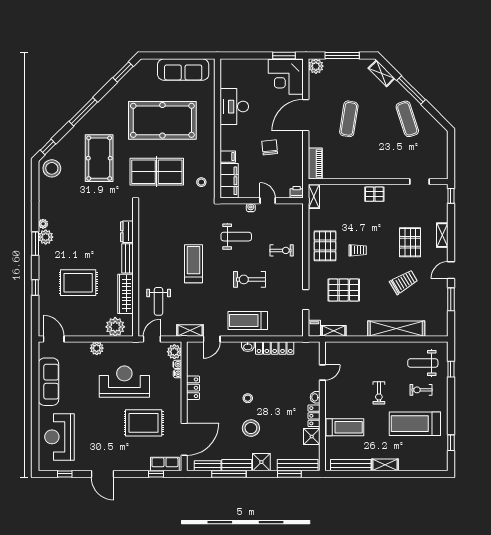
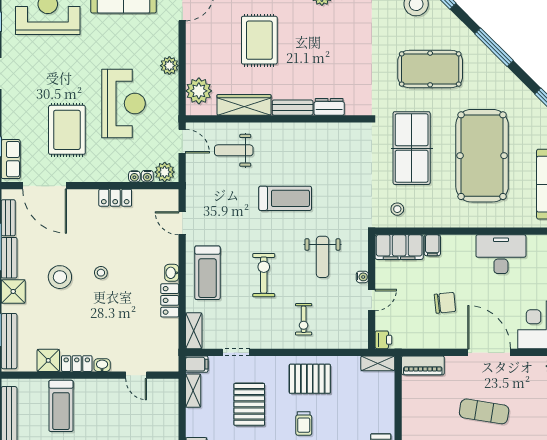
treadmill: (248, 320) -> (207, 273), turned 180
shelving: (190, 330) -> (194, 331), moved
locker: (275, 348) -> (170, 300), width x0.66

